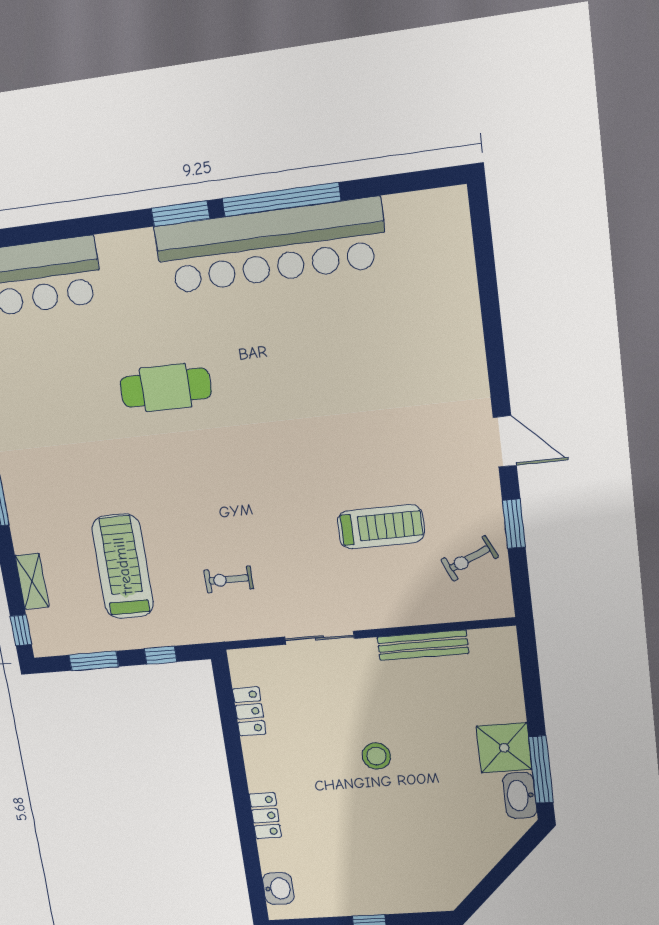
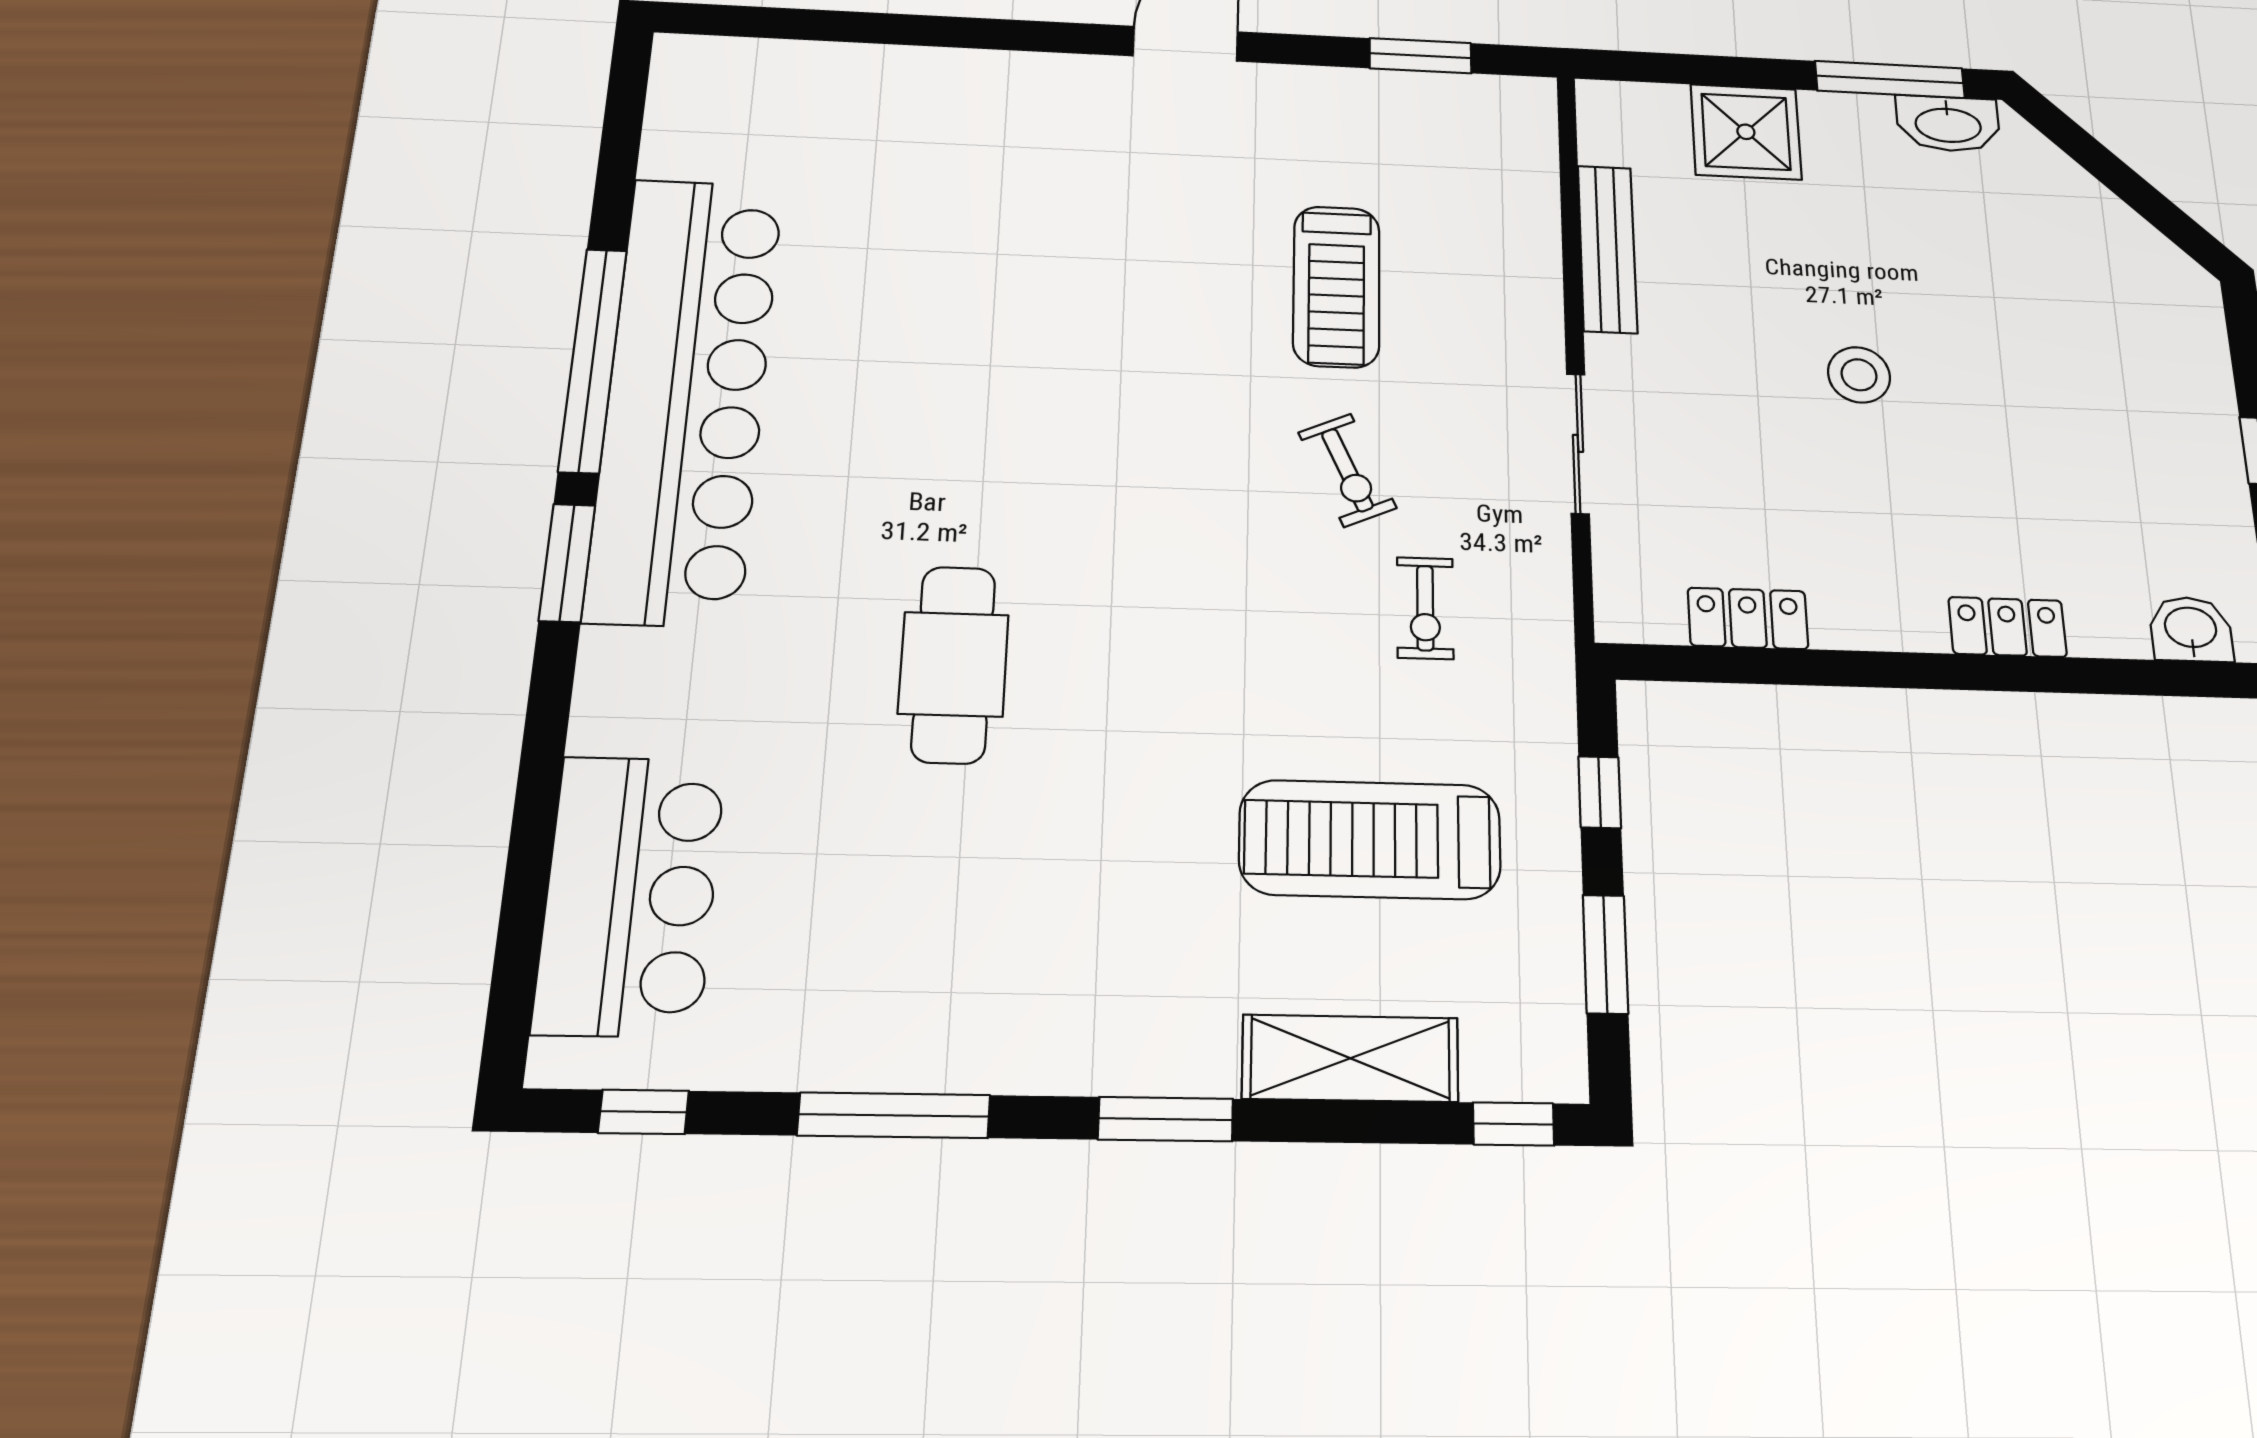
window: (514, 524) -> (1420, 56), moved
treadmill: (381, 527) -> (1336, 286), turned 180
exercise bike: (470, 558) -> (1347, 470), moved
shelving: (32, 581) -> (1350, 1058), width x1.50, depth x1.33
shower: (504, 748) -> (1746, 132), moved

